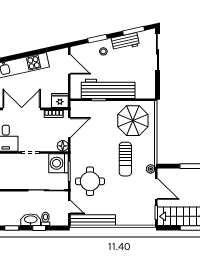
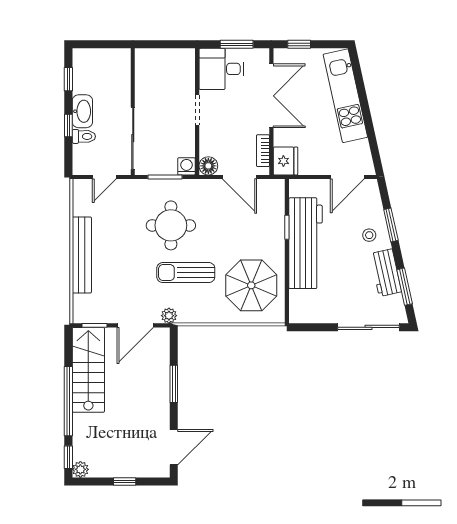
washing machine: (58, 163) -> (186, 166), width x0.53, depth x0.53
round table: (90, 181) -> (171, 225), moved
bench: (93, 220) -> (82, 255), moved

